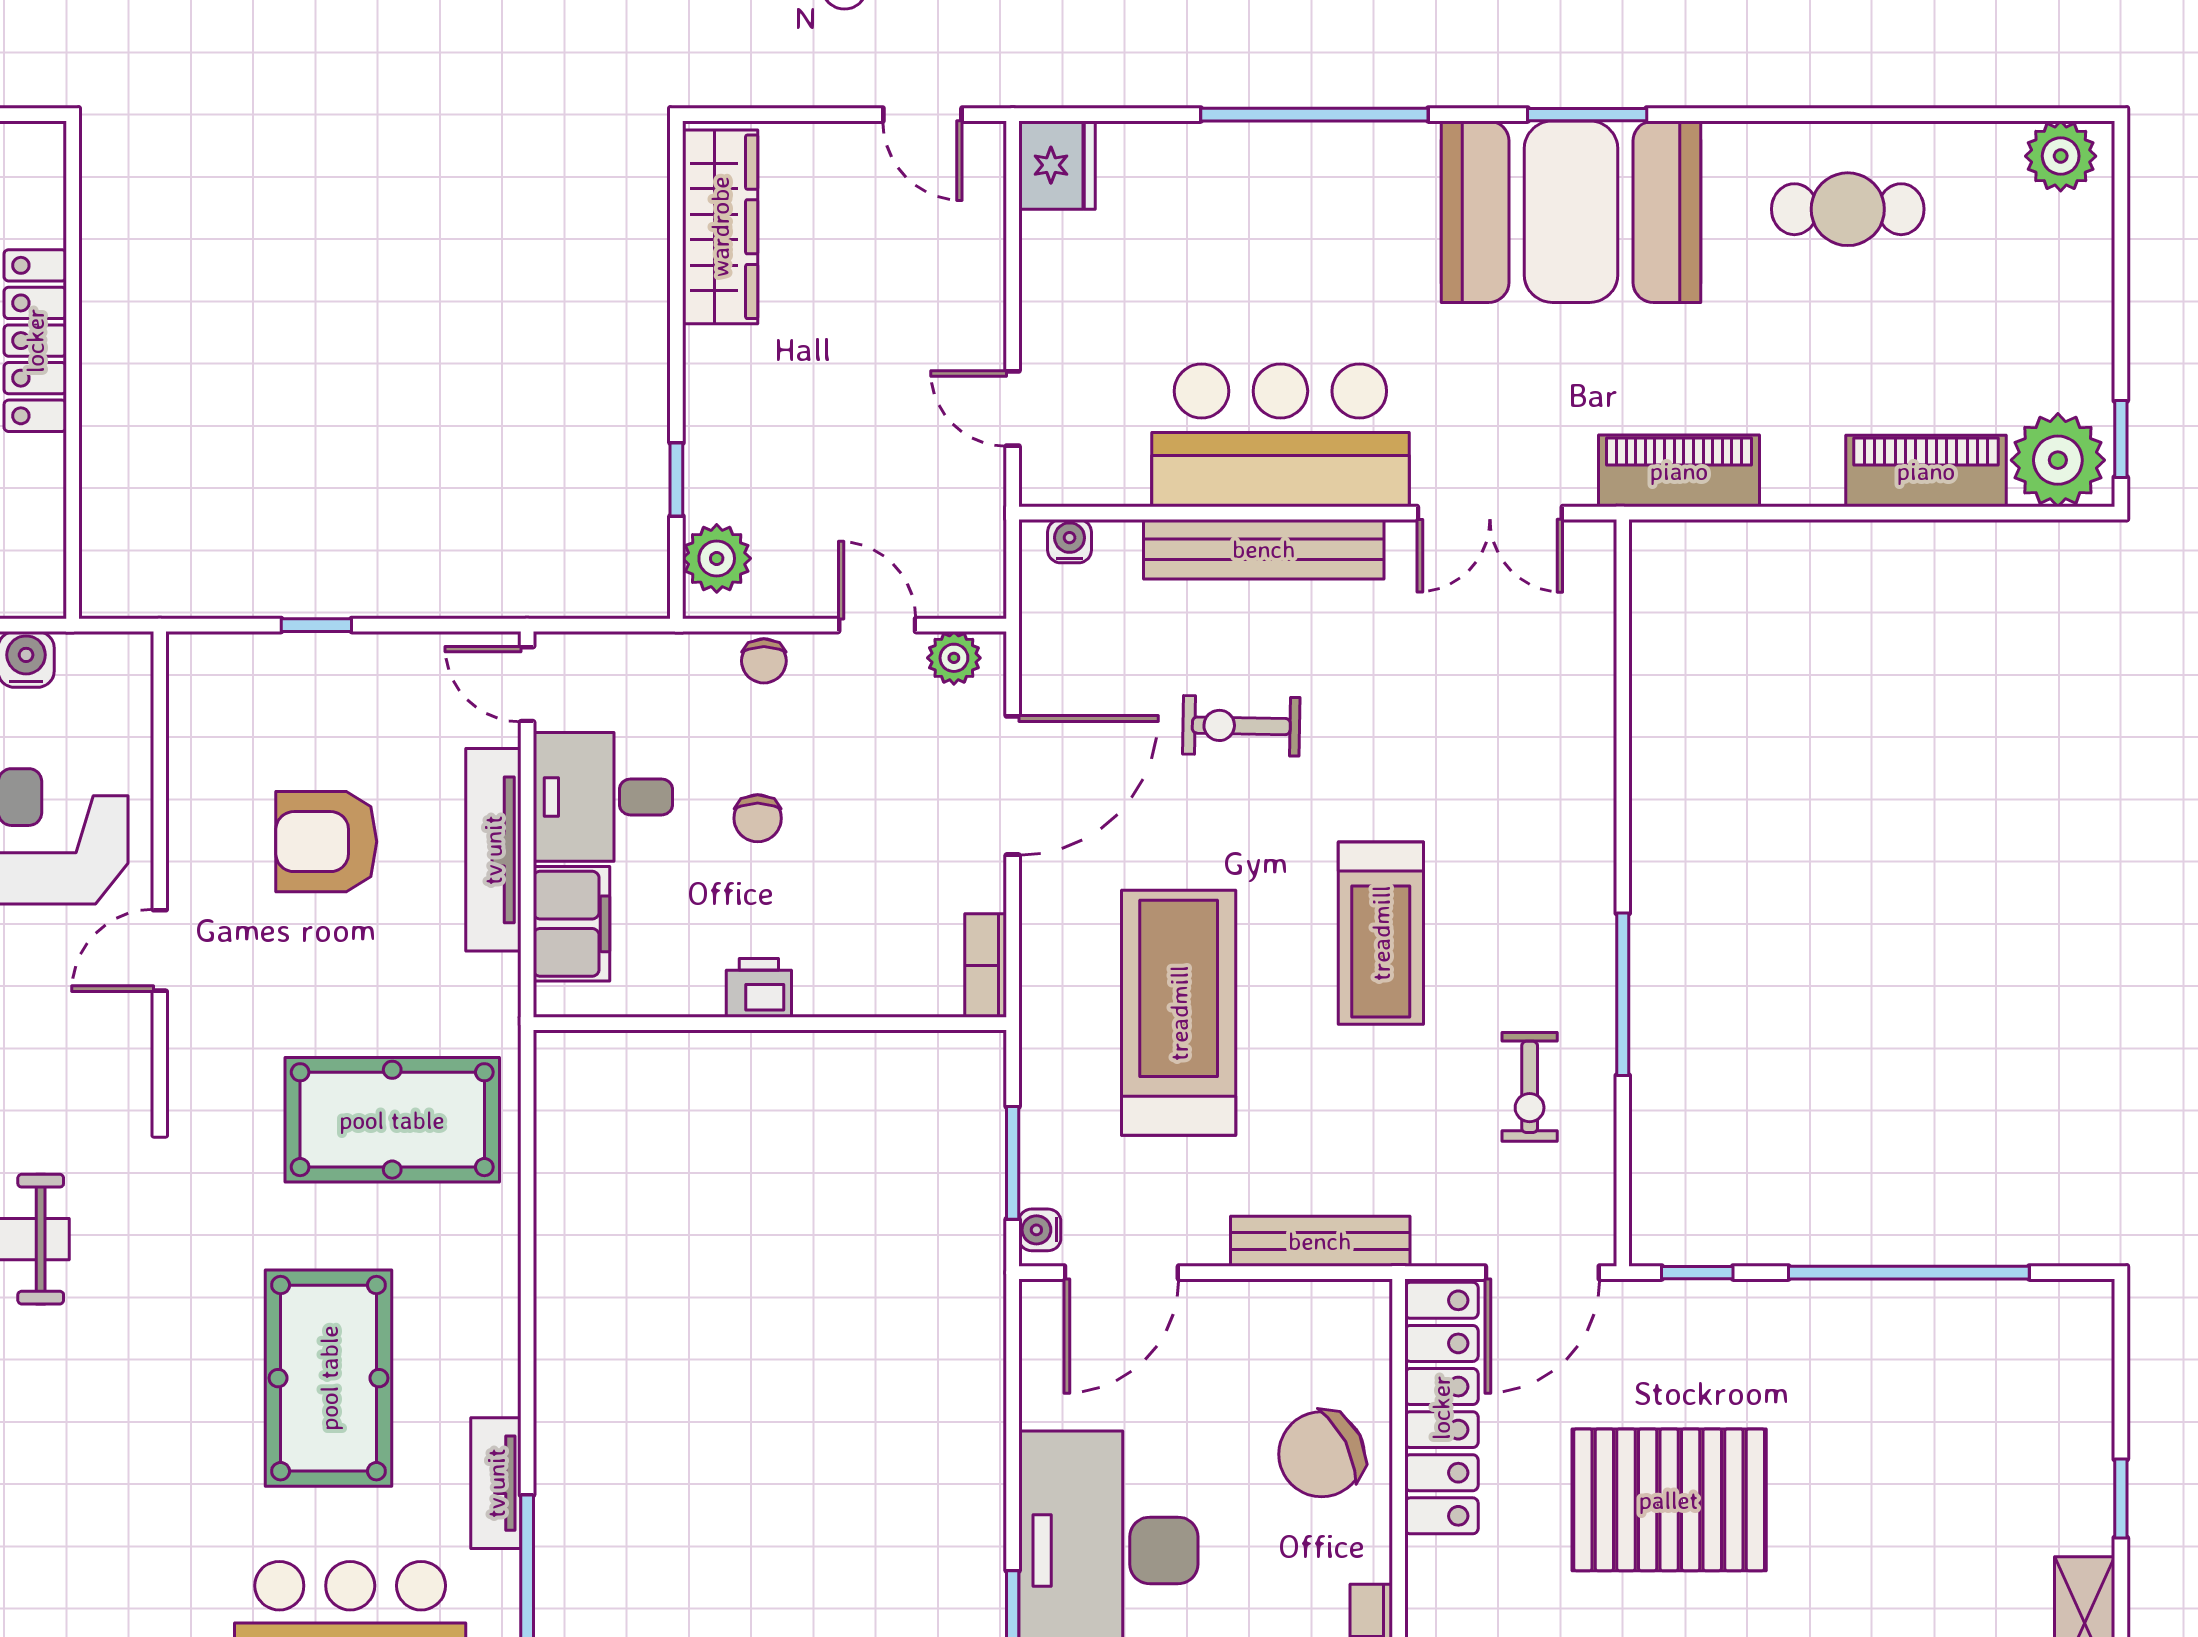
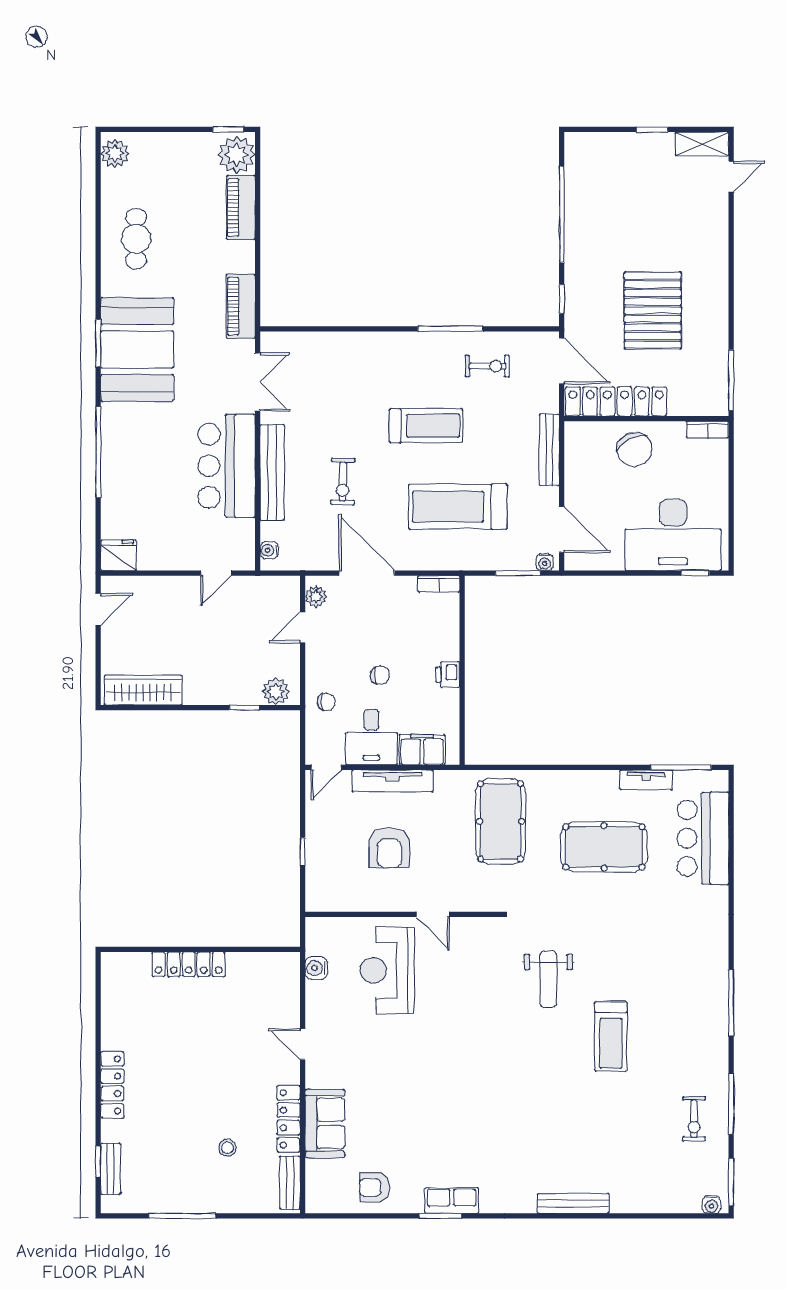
chair: (764, 661) -> (326, 702), moved

